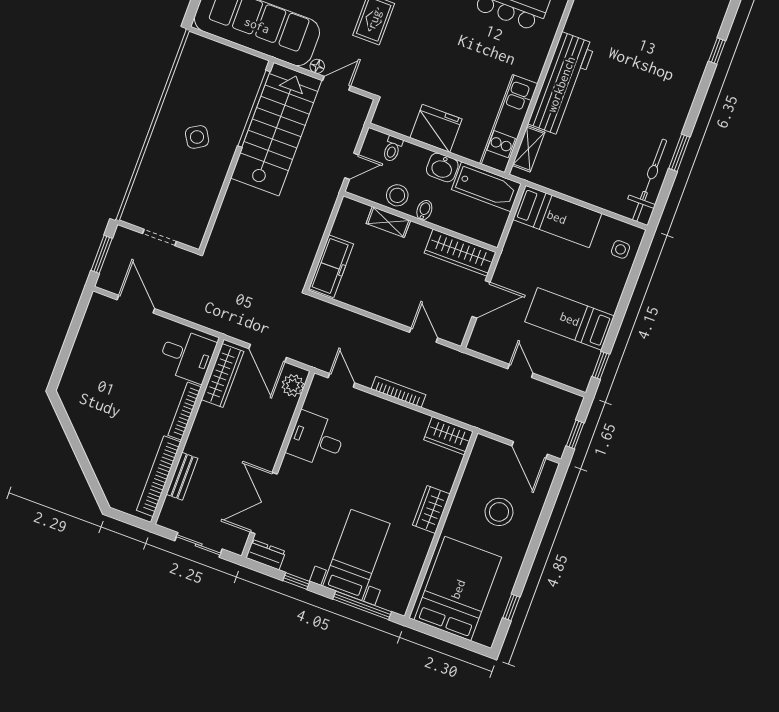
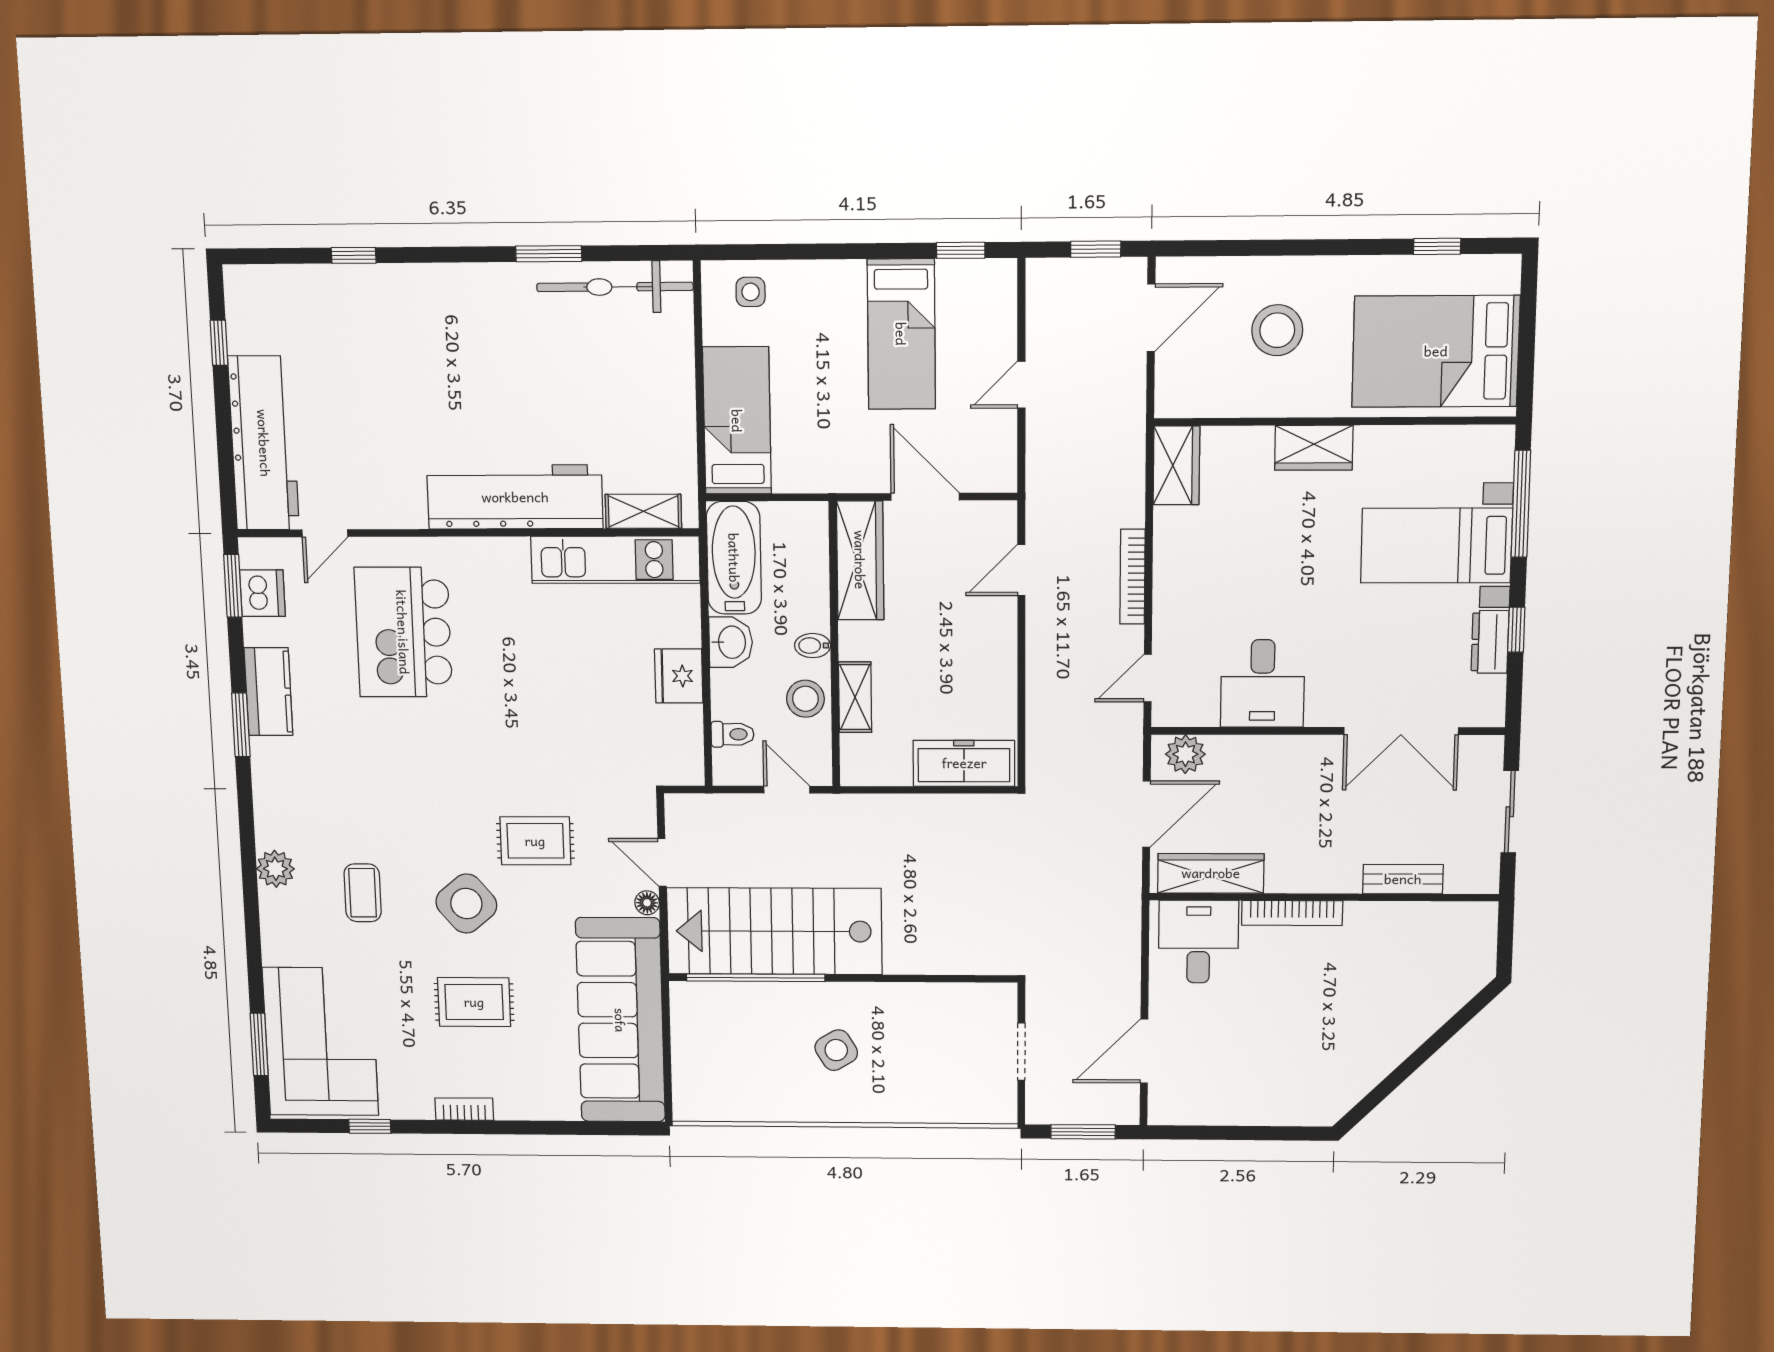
fridge: (436, 128) -> (679, 676), width x0.73, depth x0.75
bookcase: (159, 476) -> (1416, 916), removed
dresser: (266, 555) -> (1490, 642), moved

